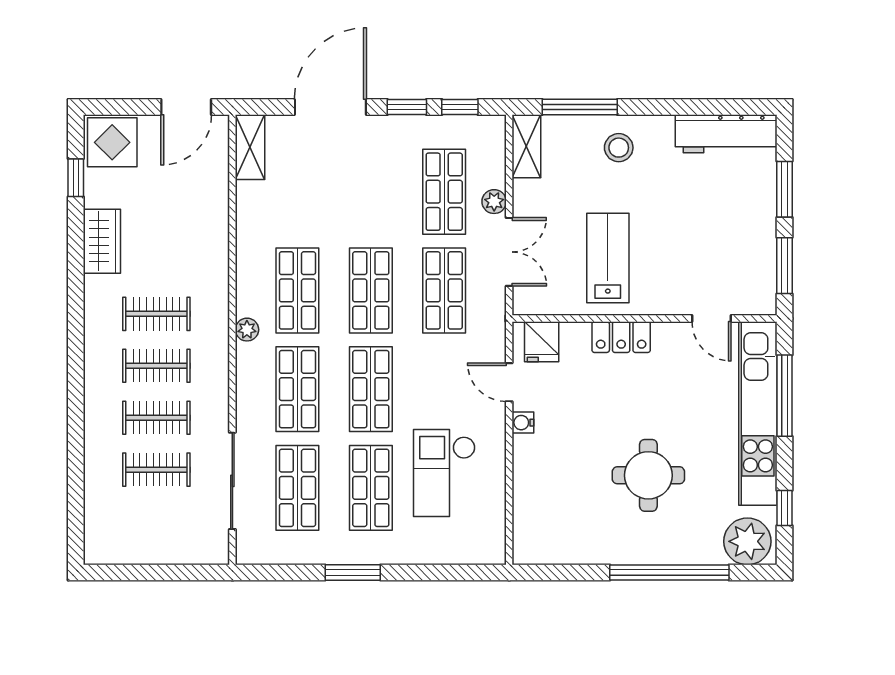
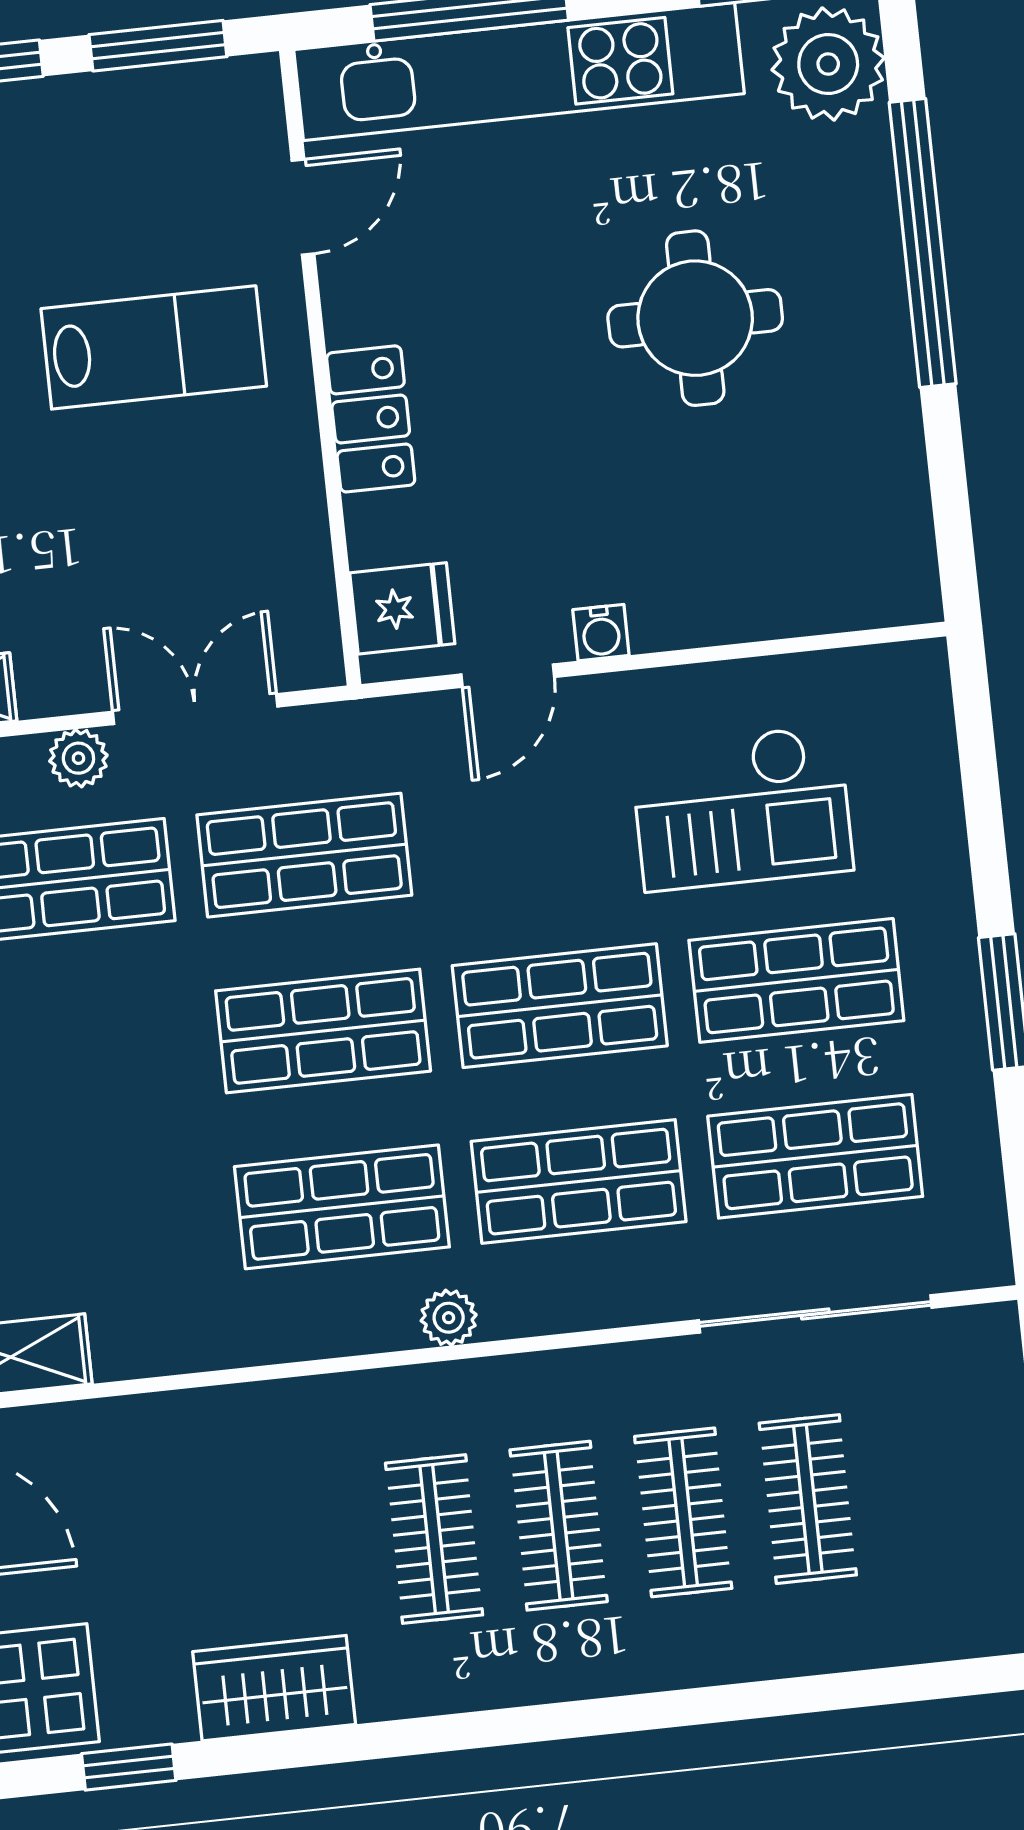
lab bench: (608, 258) -> (154, 347), moved, turned 180

